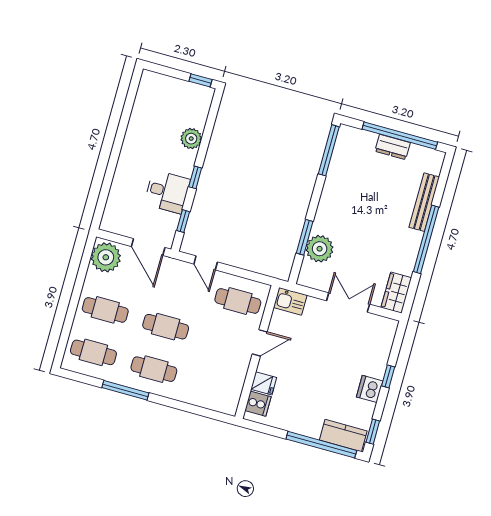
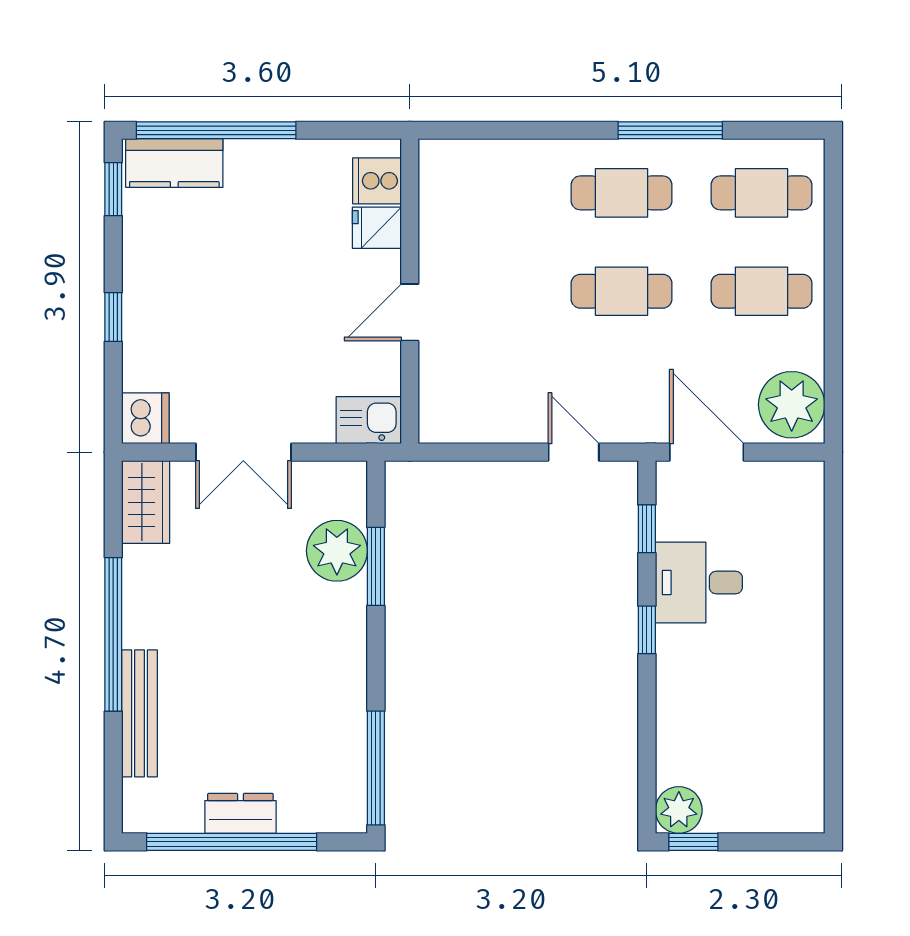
plant: (191, 139) -> (679, 810), moved
cafe table: (238, 301) -> (482, 390), removed
dishwasher: (370, 389) -> (145, 418), moved

